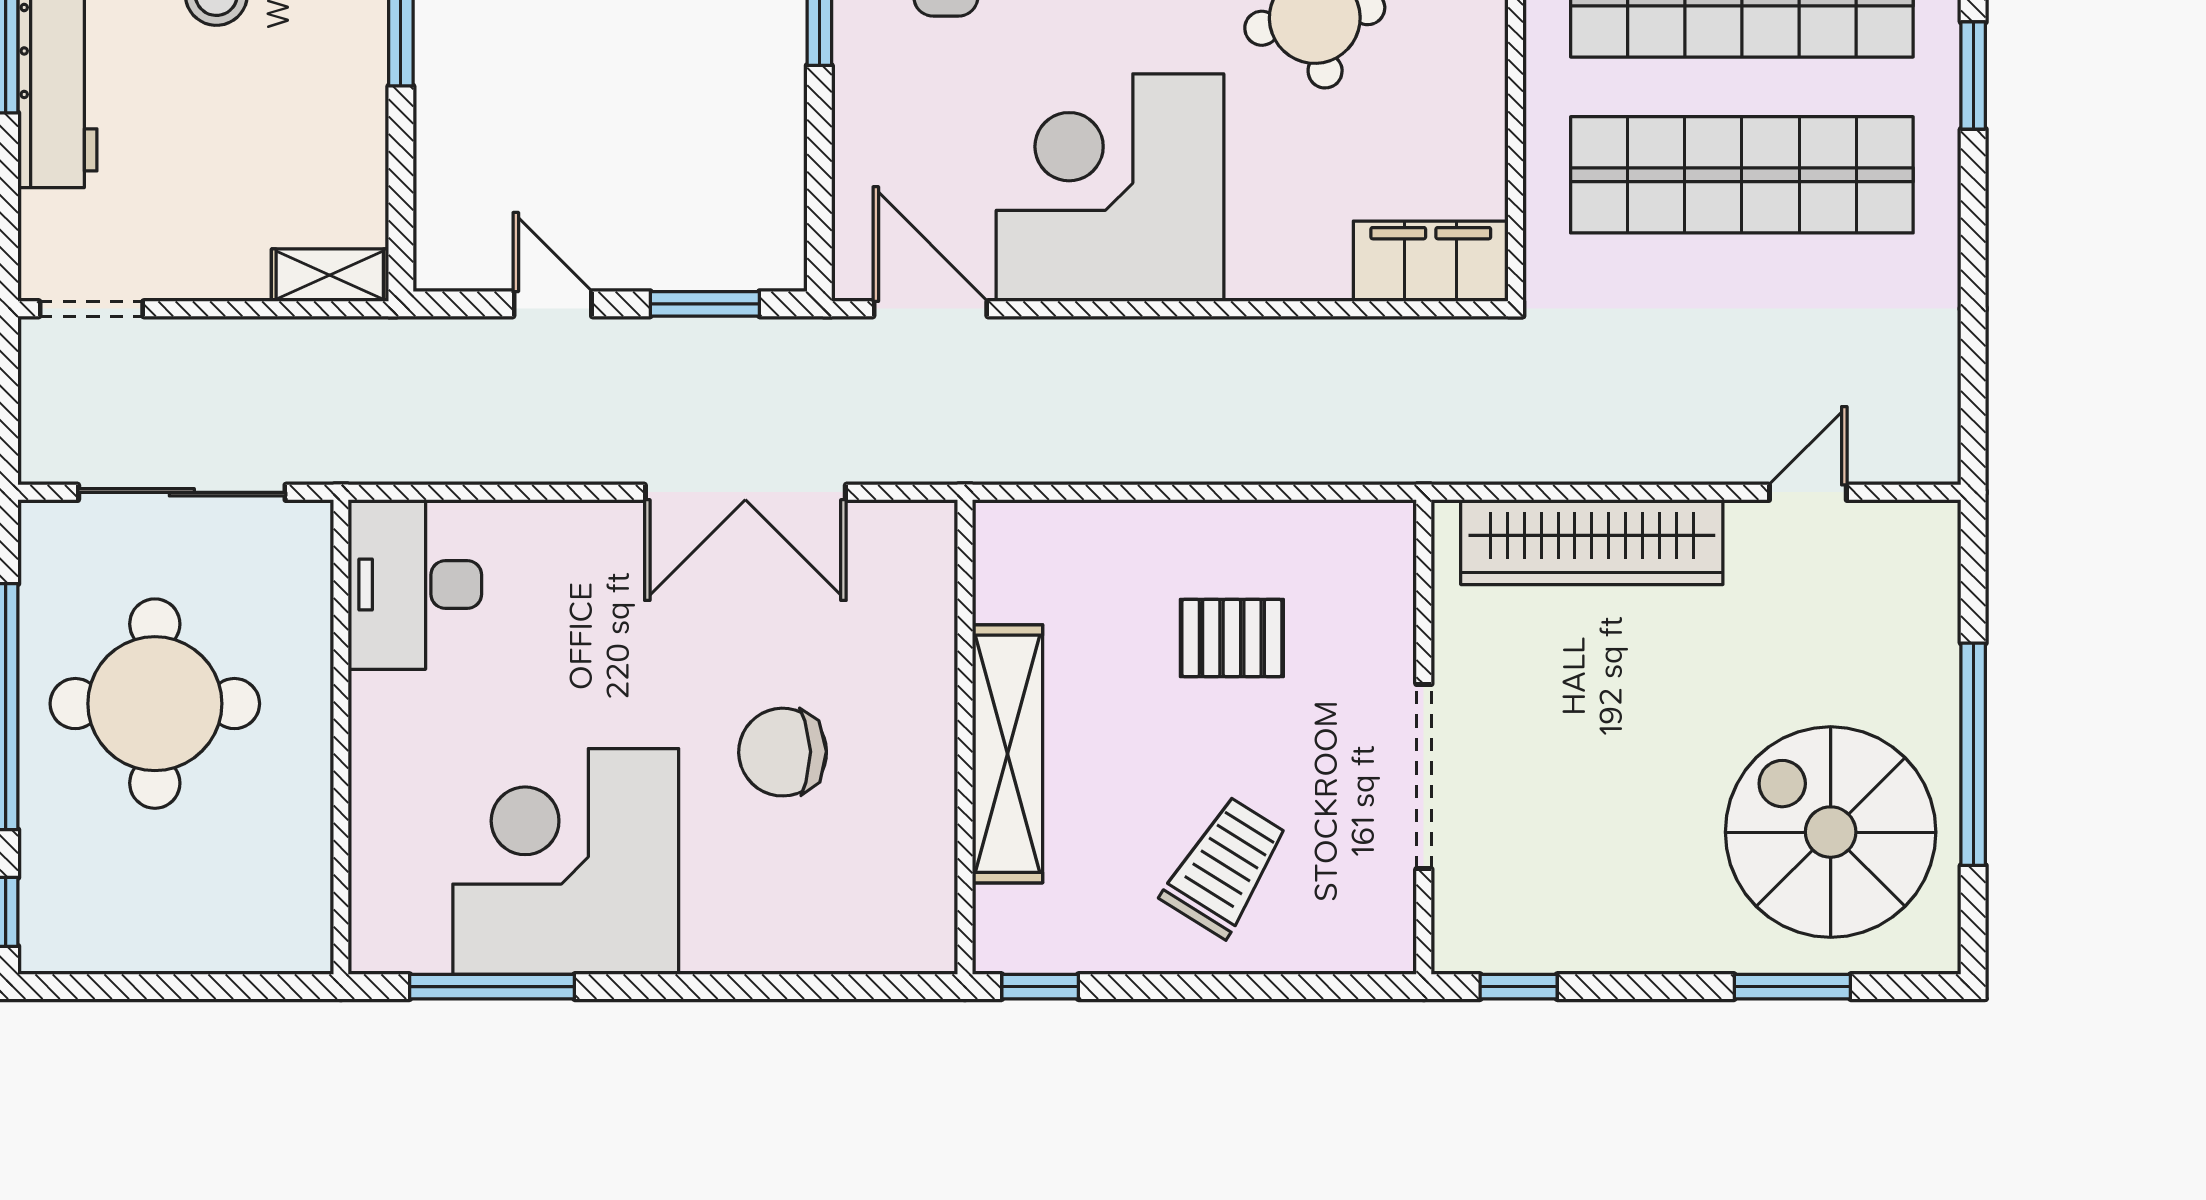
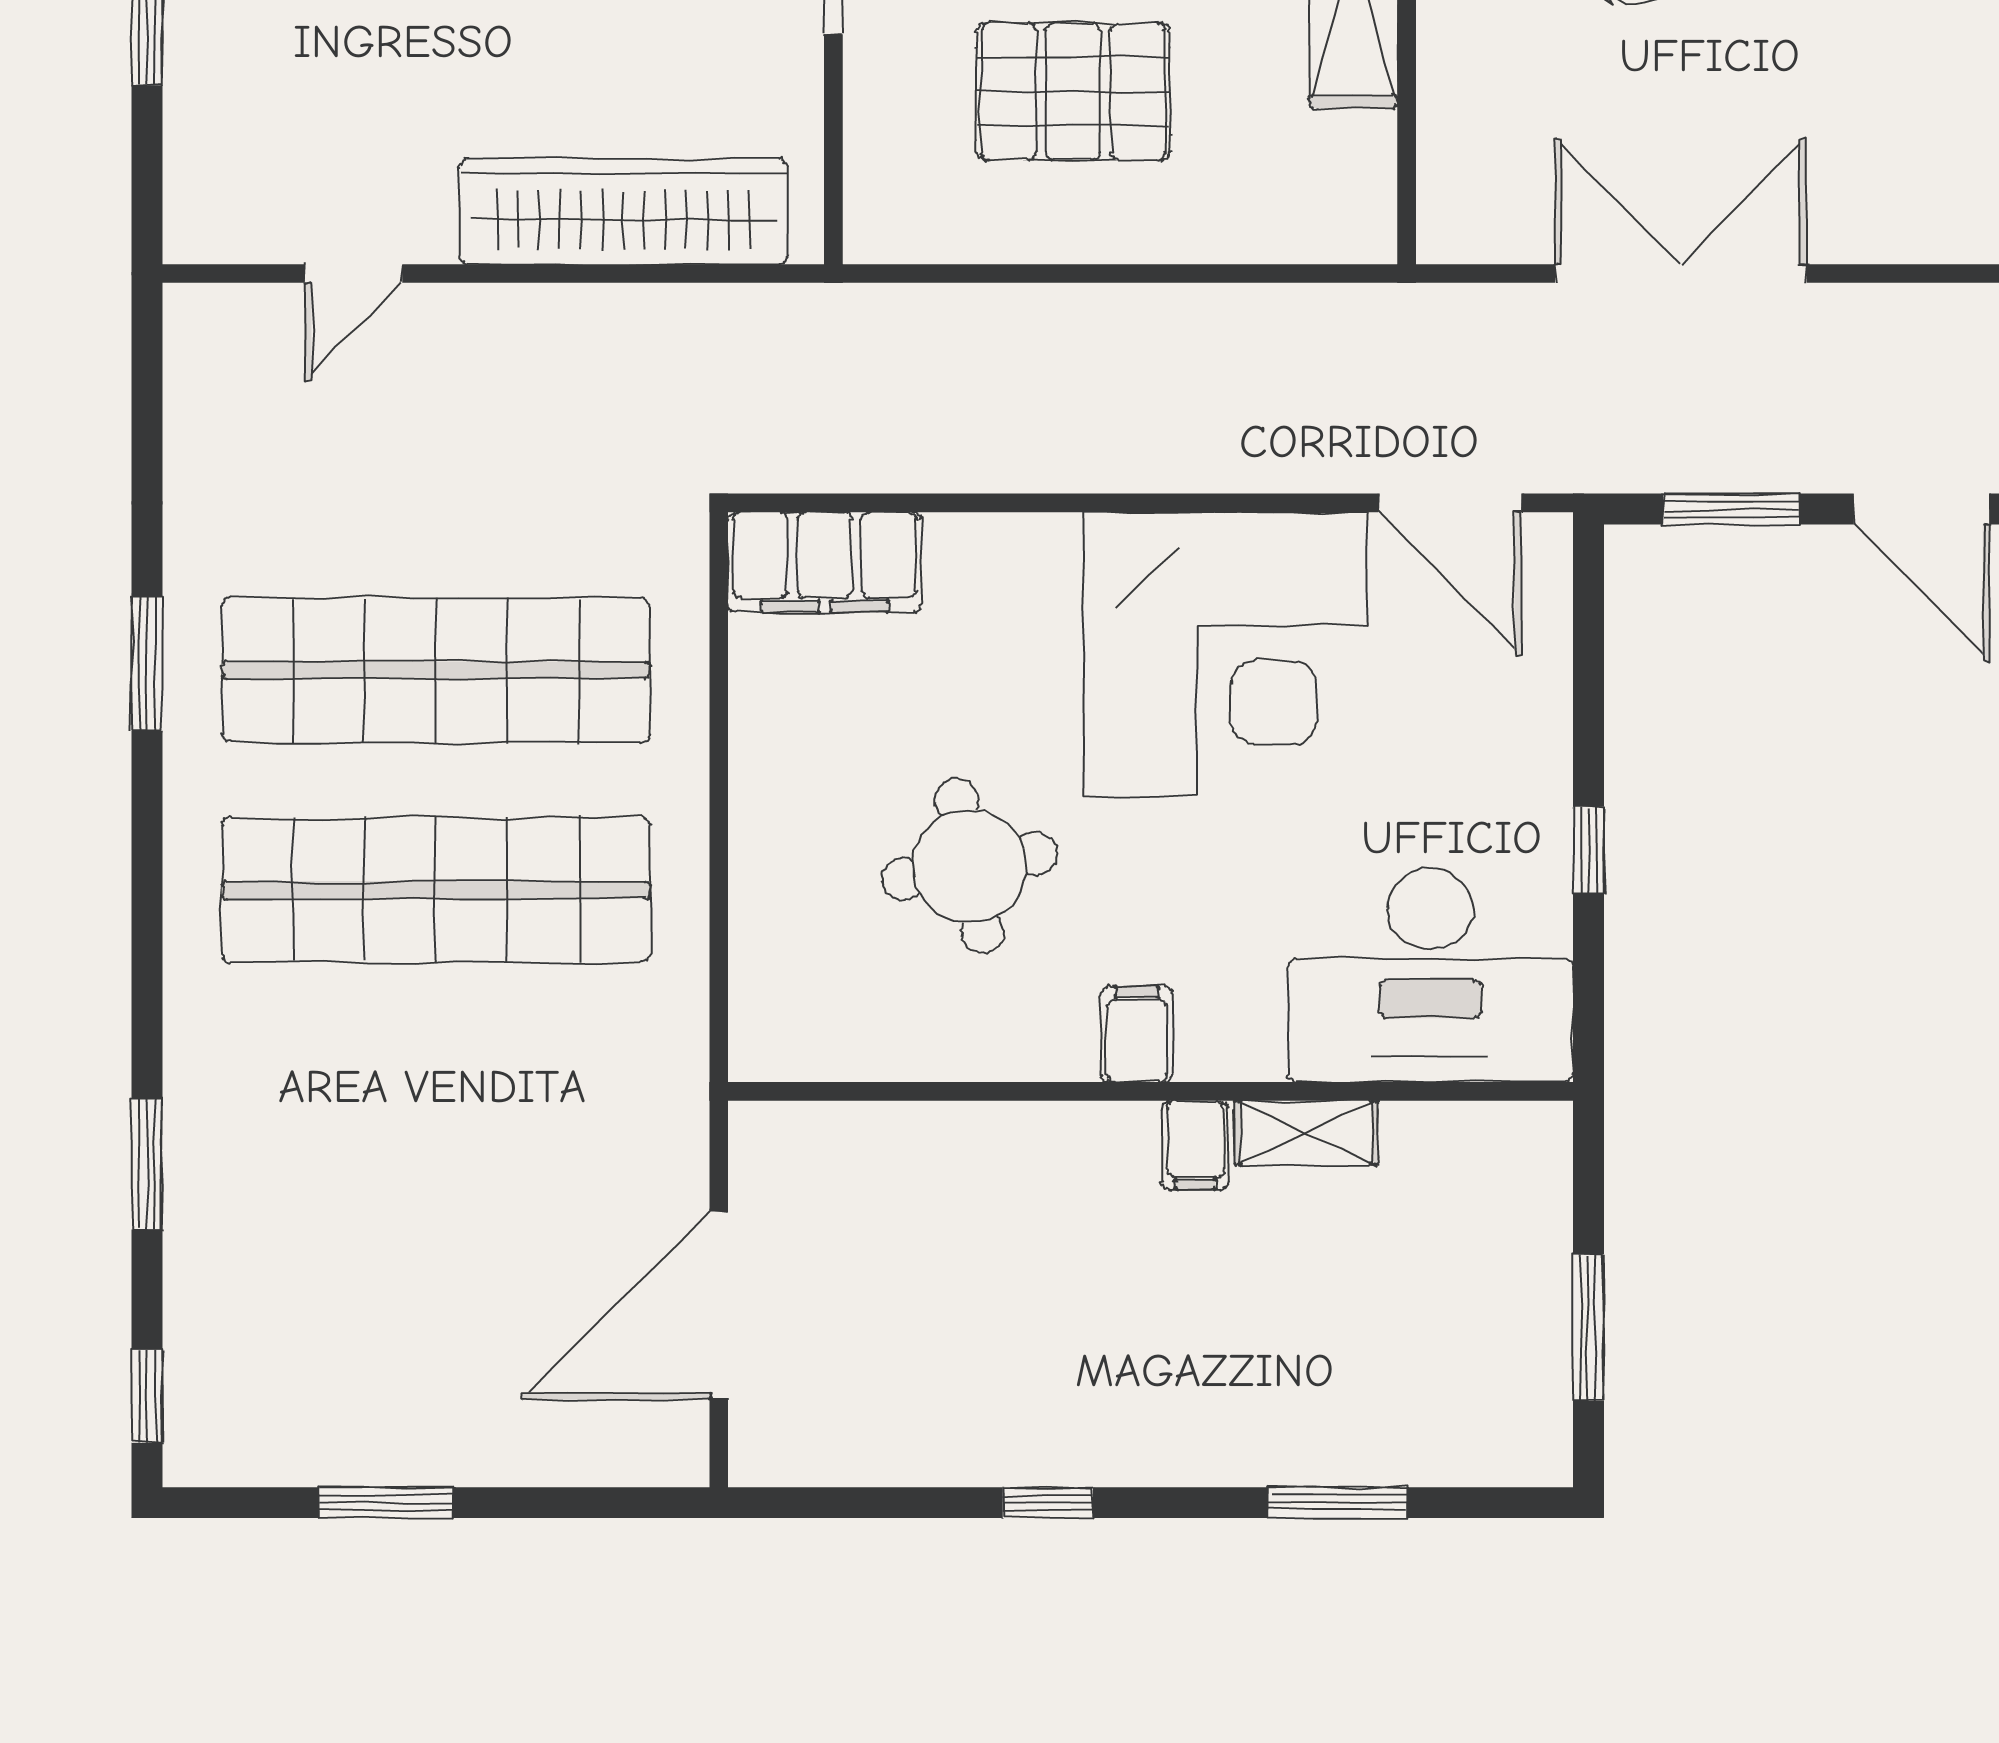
window: (1973, 76) -> (147, 664), moved
door: (553, 304) -> (1922, 509), width x1.38
pallet: (1232, 638) -> (1073, 92), width x1.50, depth x1.42

